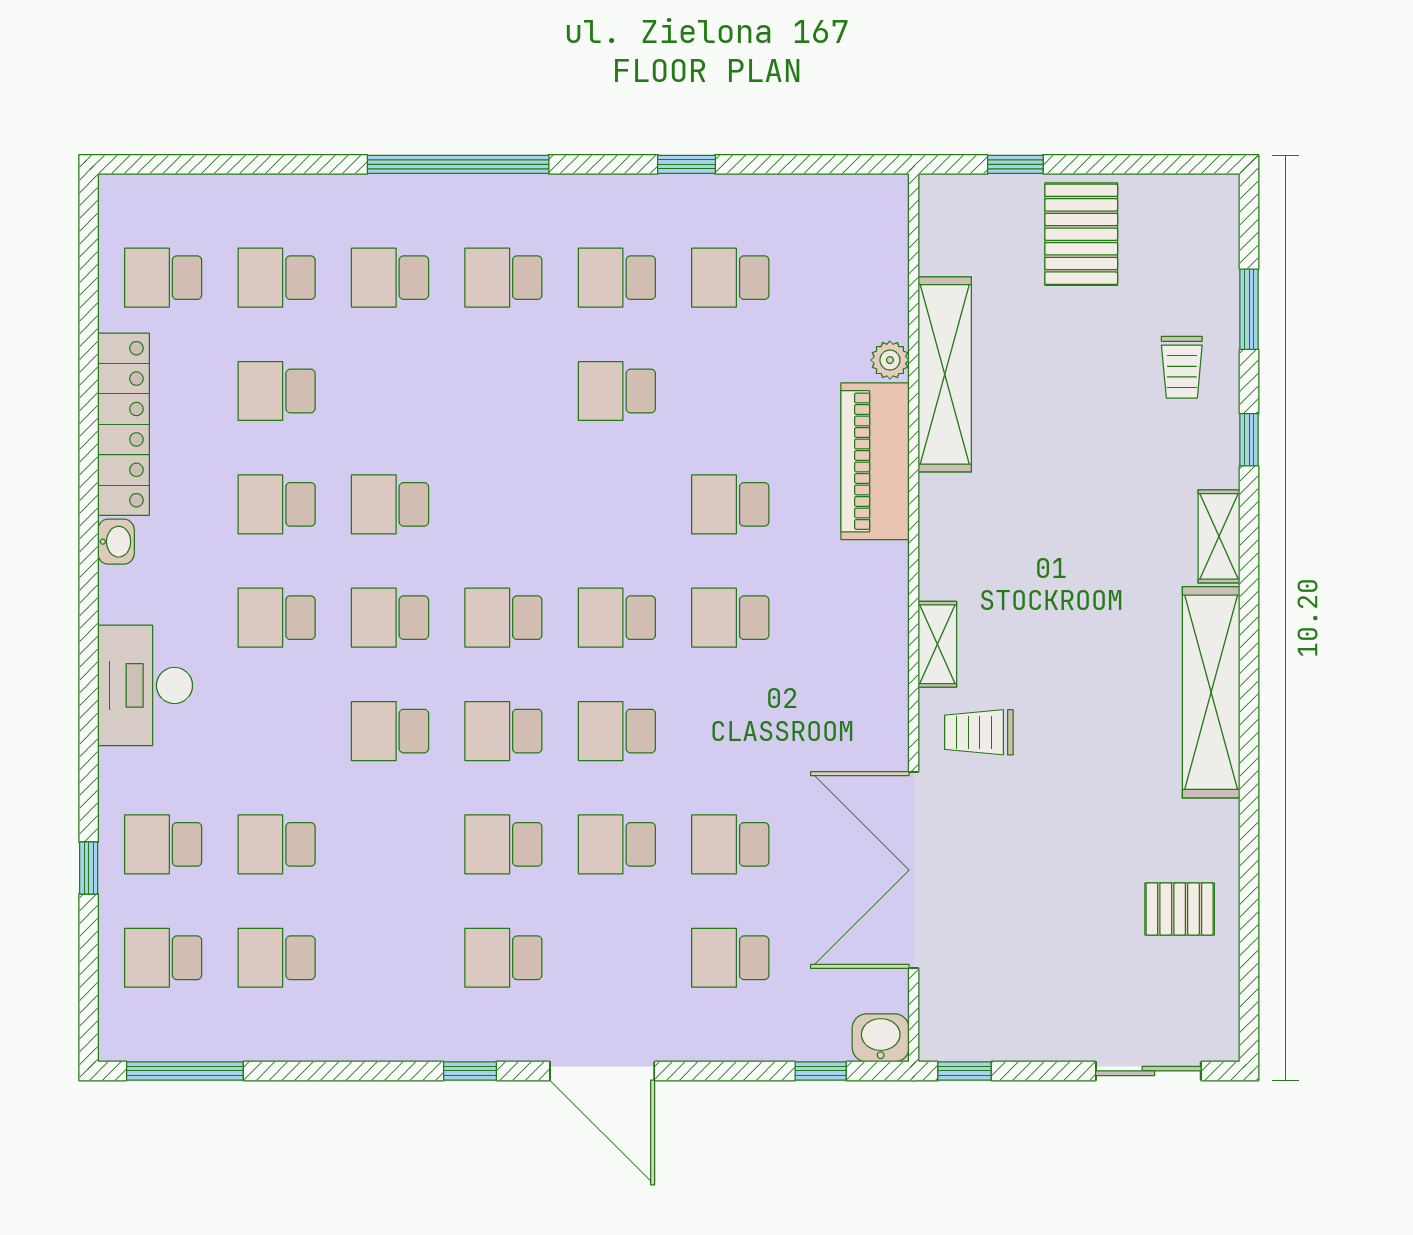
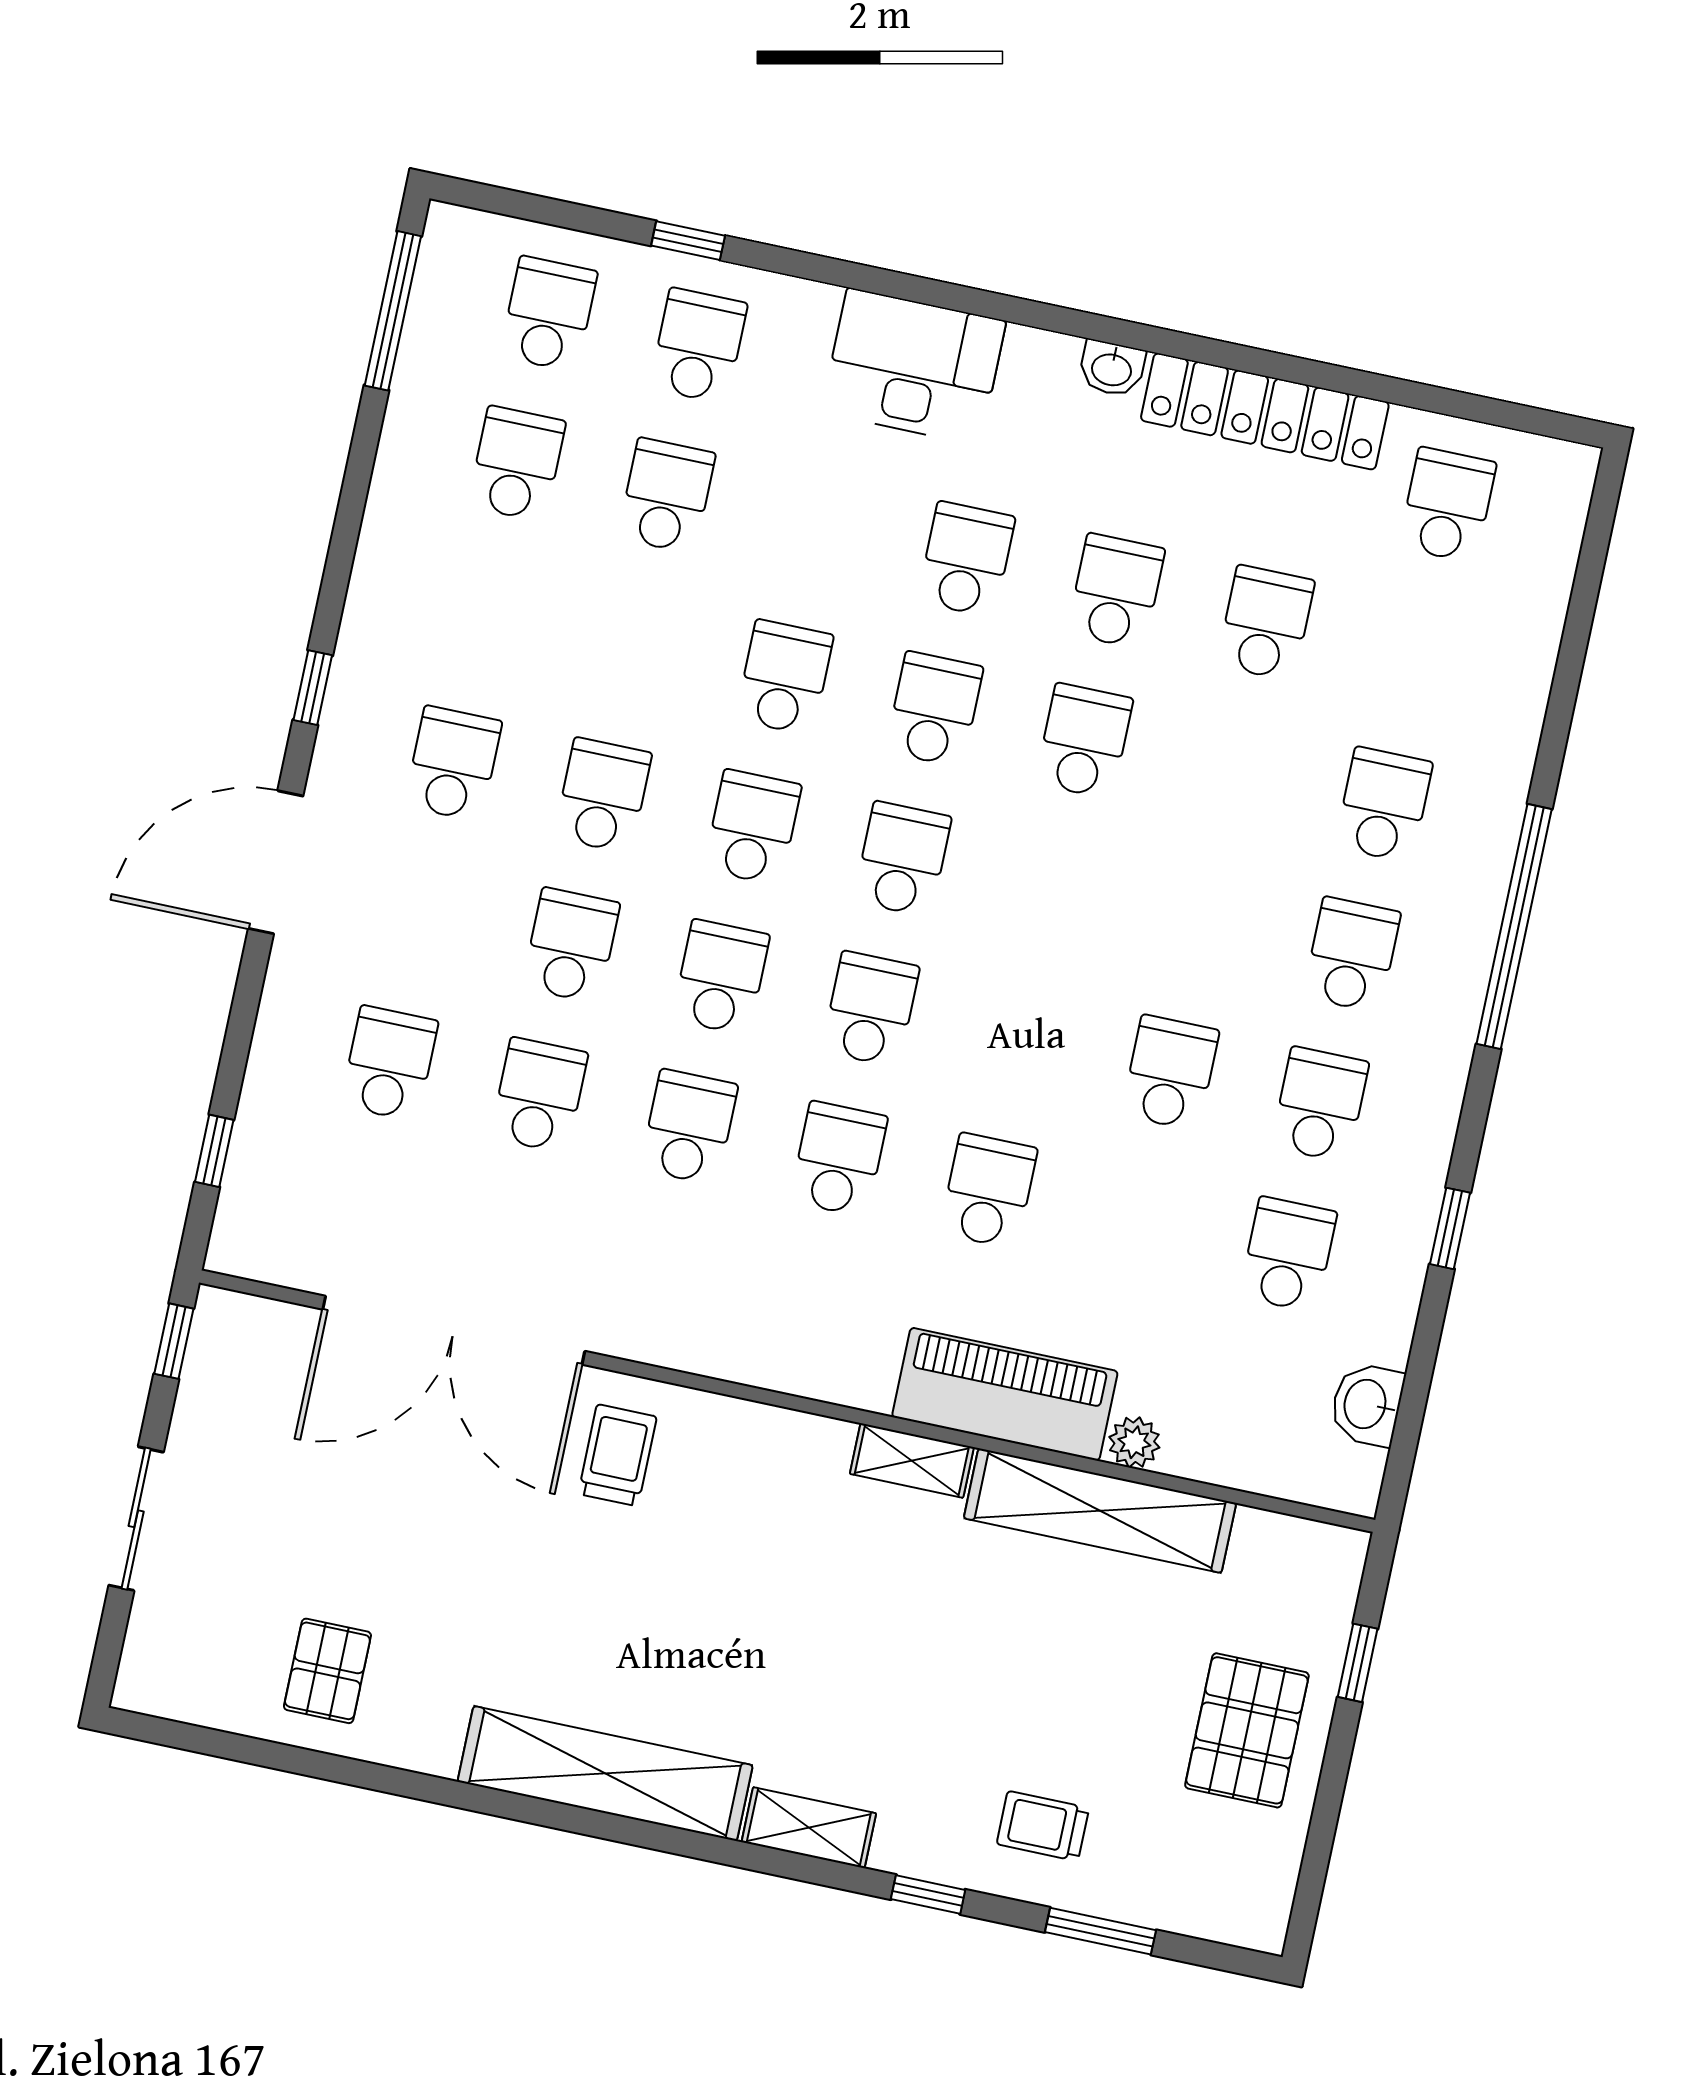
pallet: (1081, 234) -> (1247, 1730), turned 90
school desk: (277, 278) -> (689, 1127), moved
shelving: (937, 644) -> (912, 1461), moved
double door: (914, 870) -> (454, 1330), swing flipped
washbasin: (881, 1038) -> (1367, 1404), moved, turned 180
sliding door: (1148, 1071) -> (136, 1519), moved

